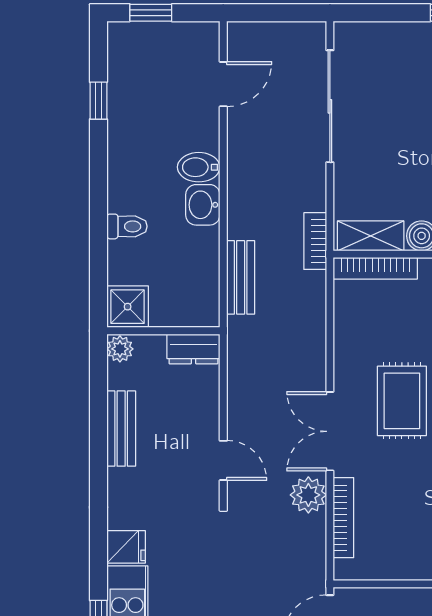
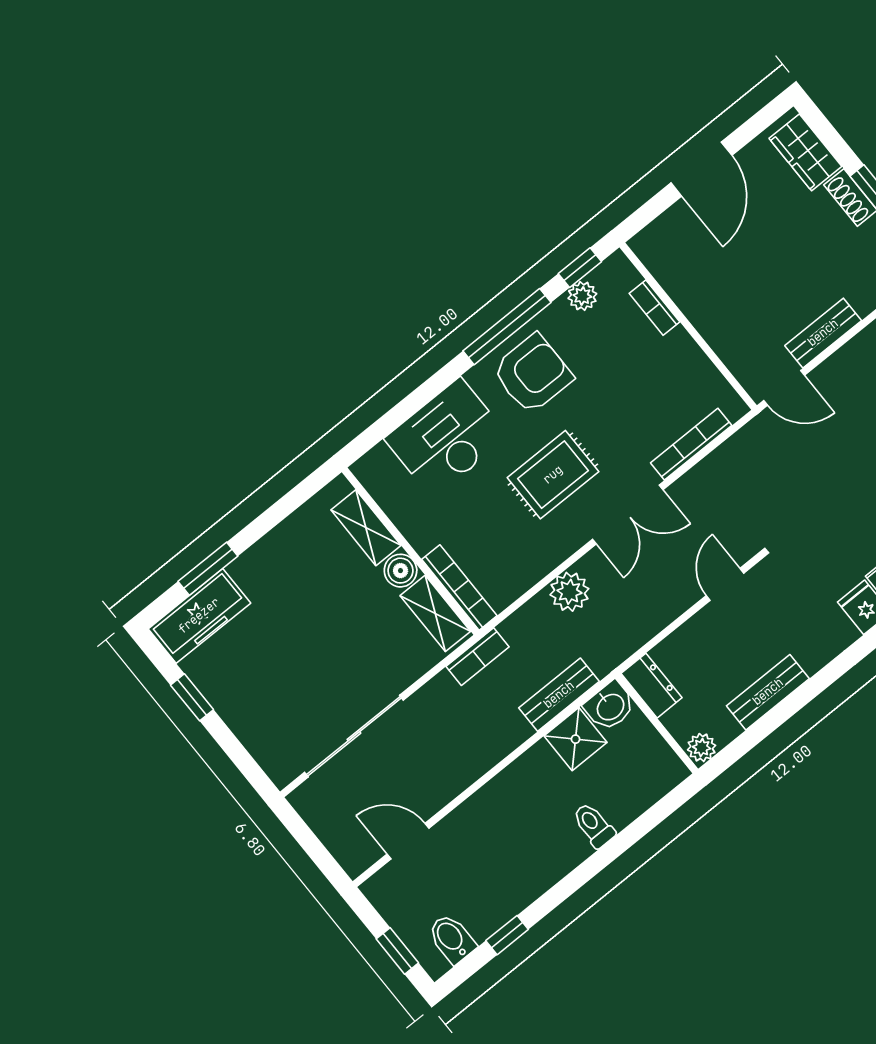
bidet: (199, 167) -> (452, 939), moved, turned 180
washbasin: (203, 205) -> (610, 706), moved
shower: (128, 307) -> (575, 739), moved
plant: (308, 495) -> (569, 592), moved

